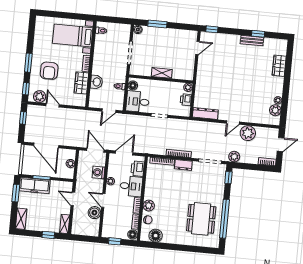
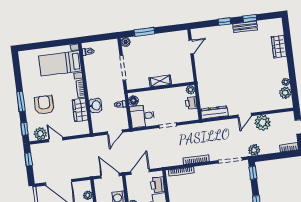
window: (212, 29) -> (224, 22), moved
armchair: (49, 71) -> (44, 105), turned 180
dresser: (183, 165) -> (204, 170), removed

